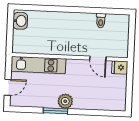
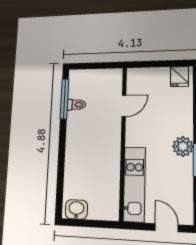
window: (106, 11) -> (64, 99), added
fridge: (120, 67) -> (179, 77), moved

